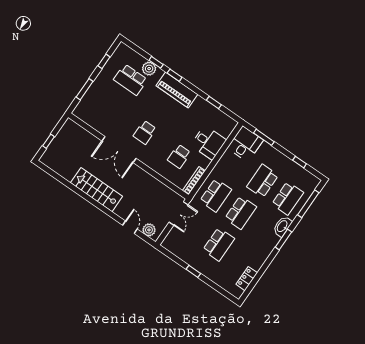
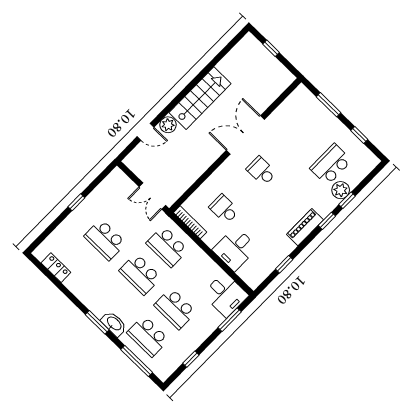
piano: (177, 90) -> (305, 227), width x0.73, depth x0.75
school desk: (263, 181) -> (175, 309), turned 180
plant: (149, 230) -> (168, 125), moved

